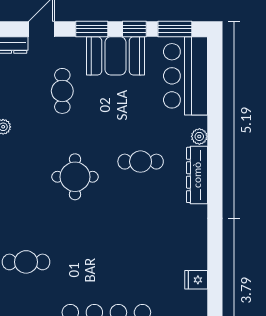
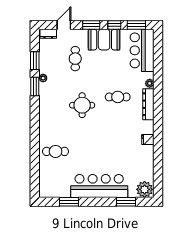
fridge: (196, 280) -> (148, 139), moved

